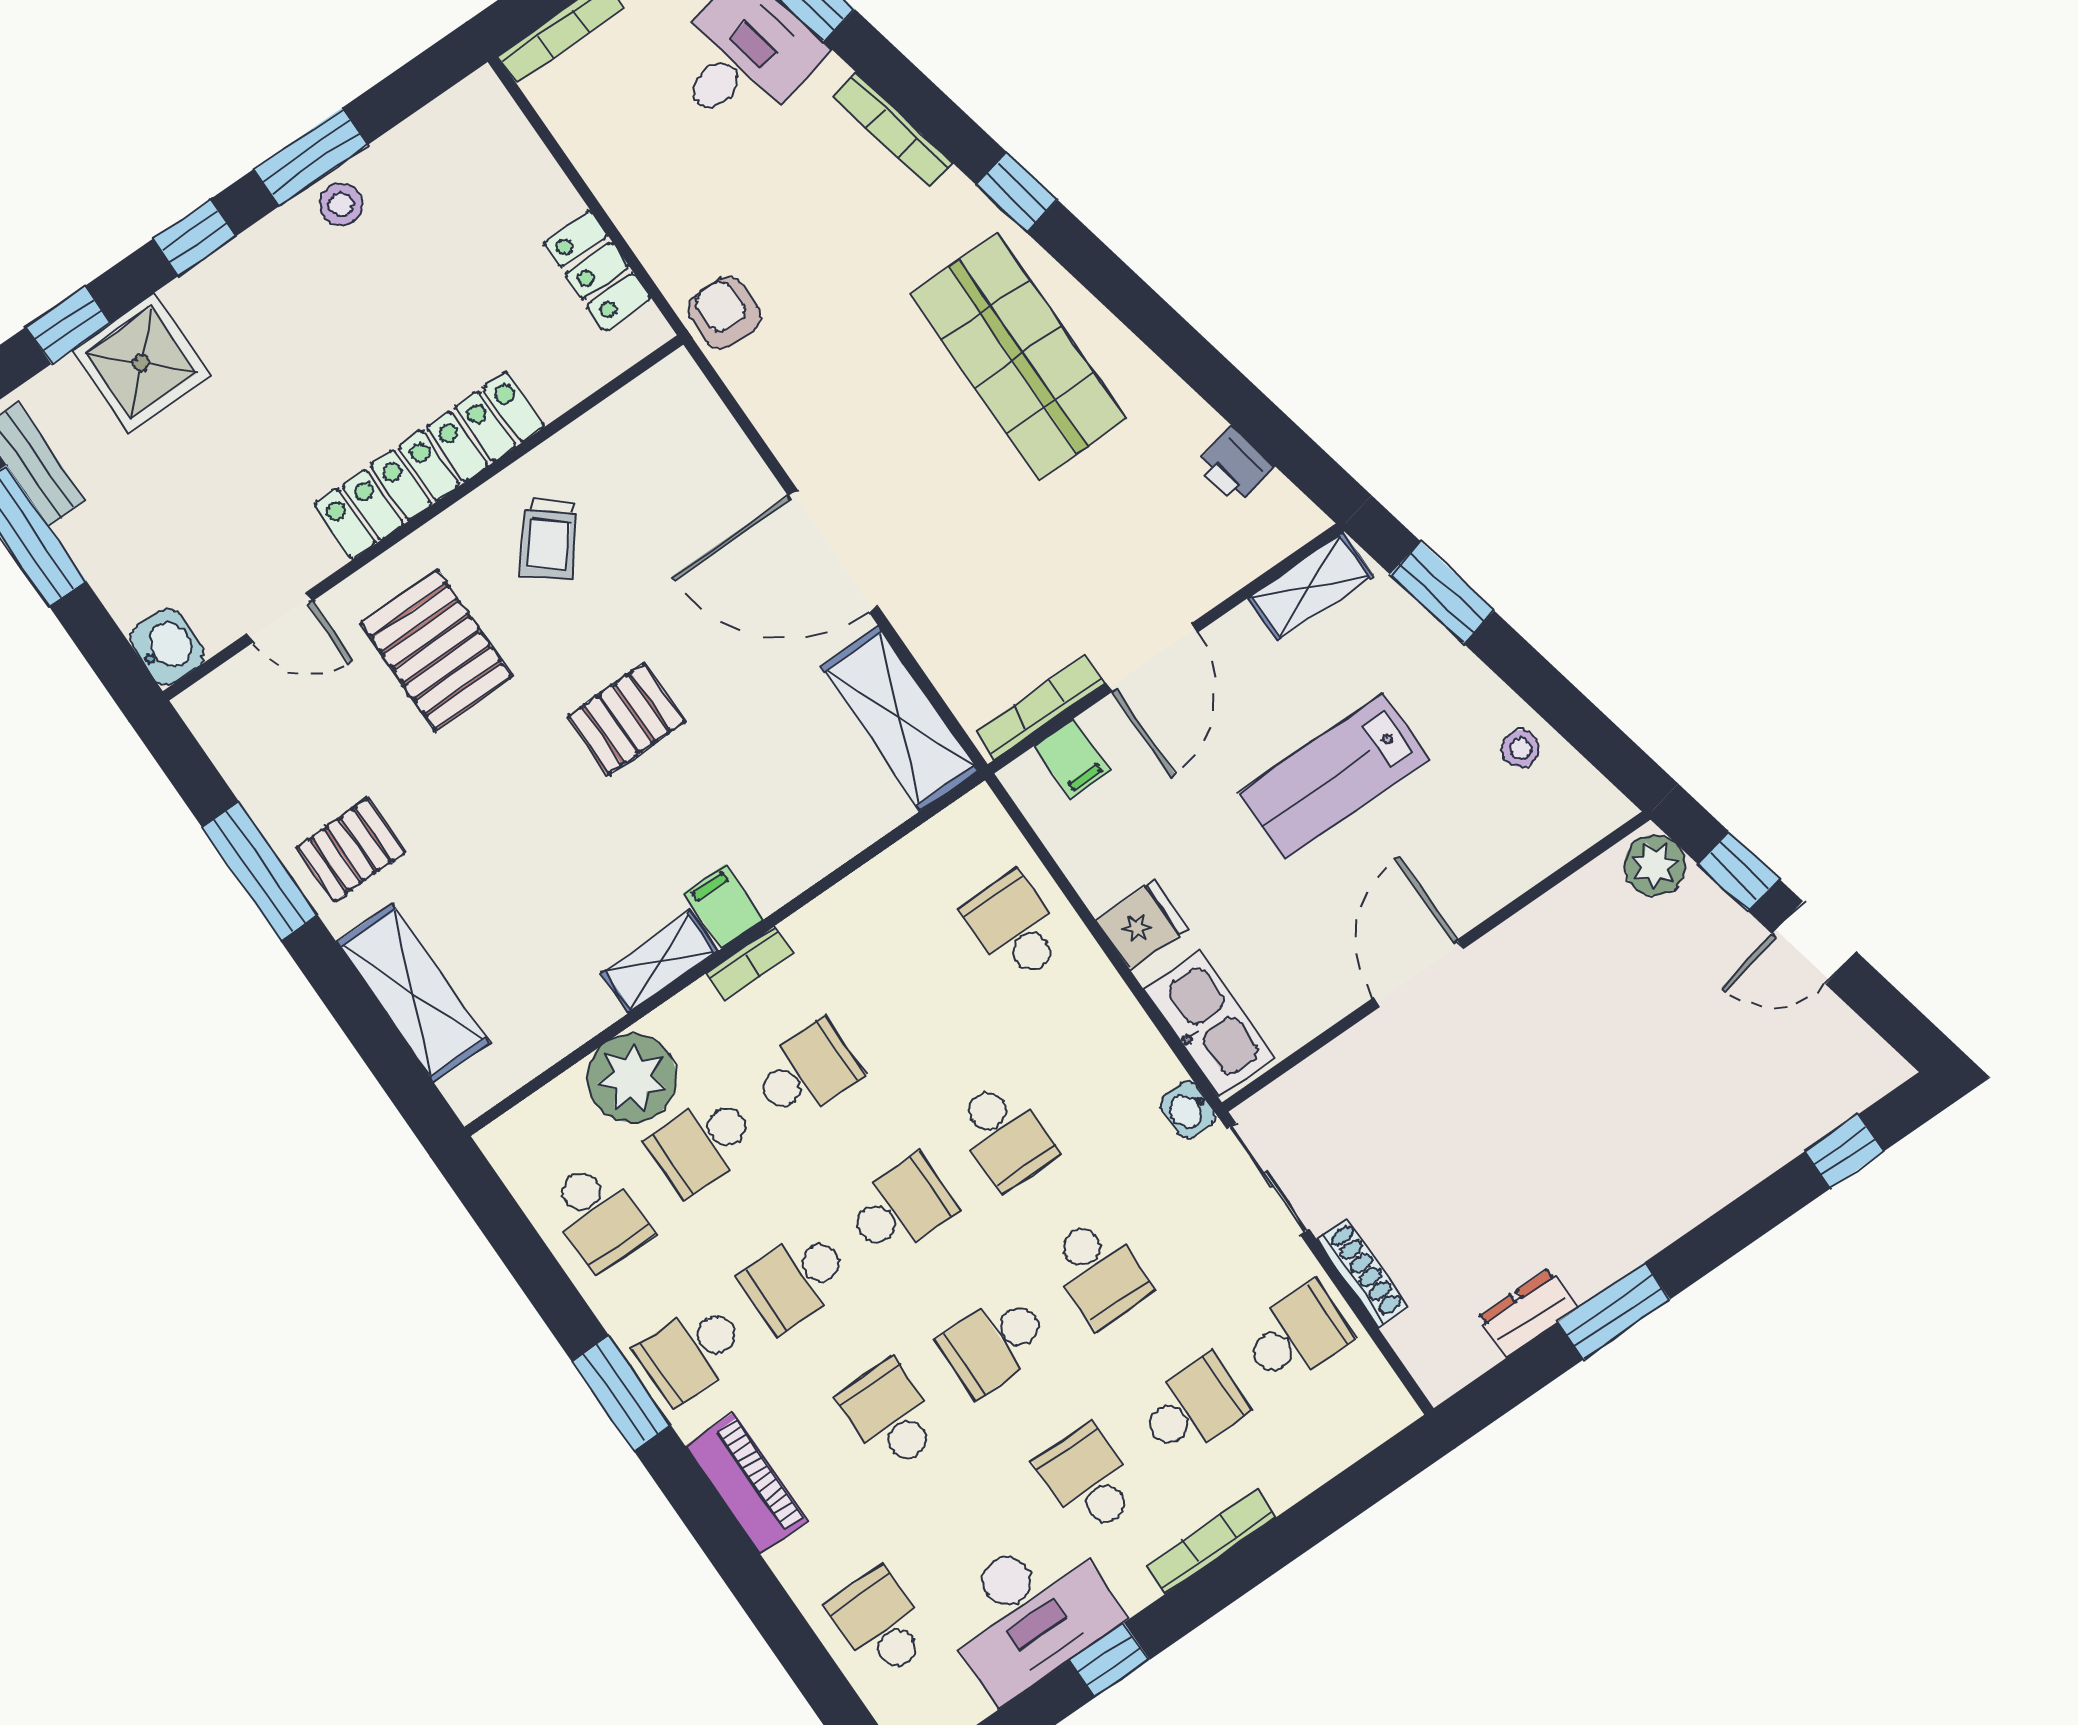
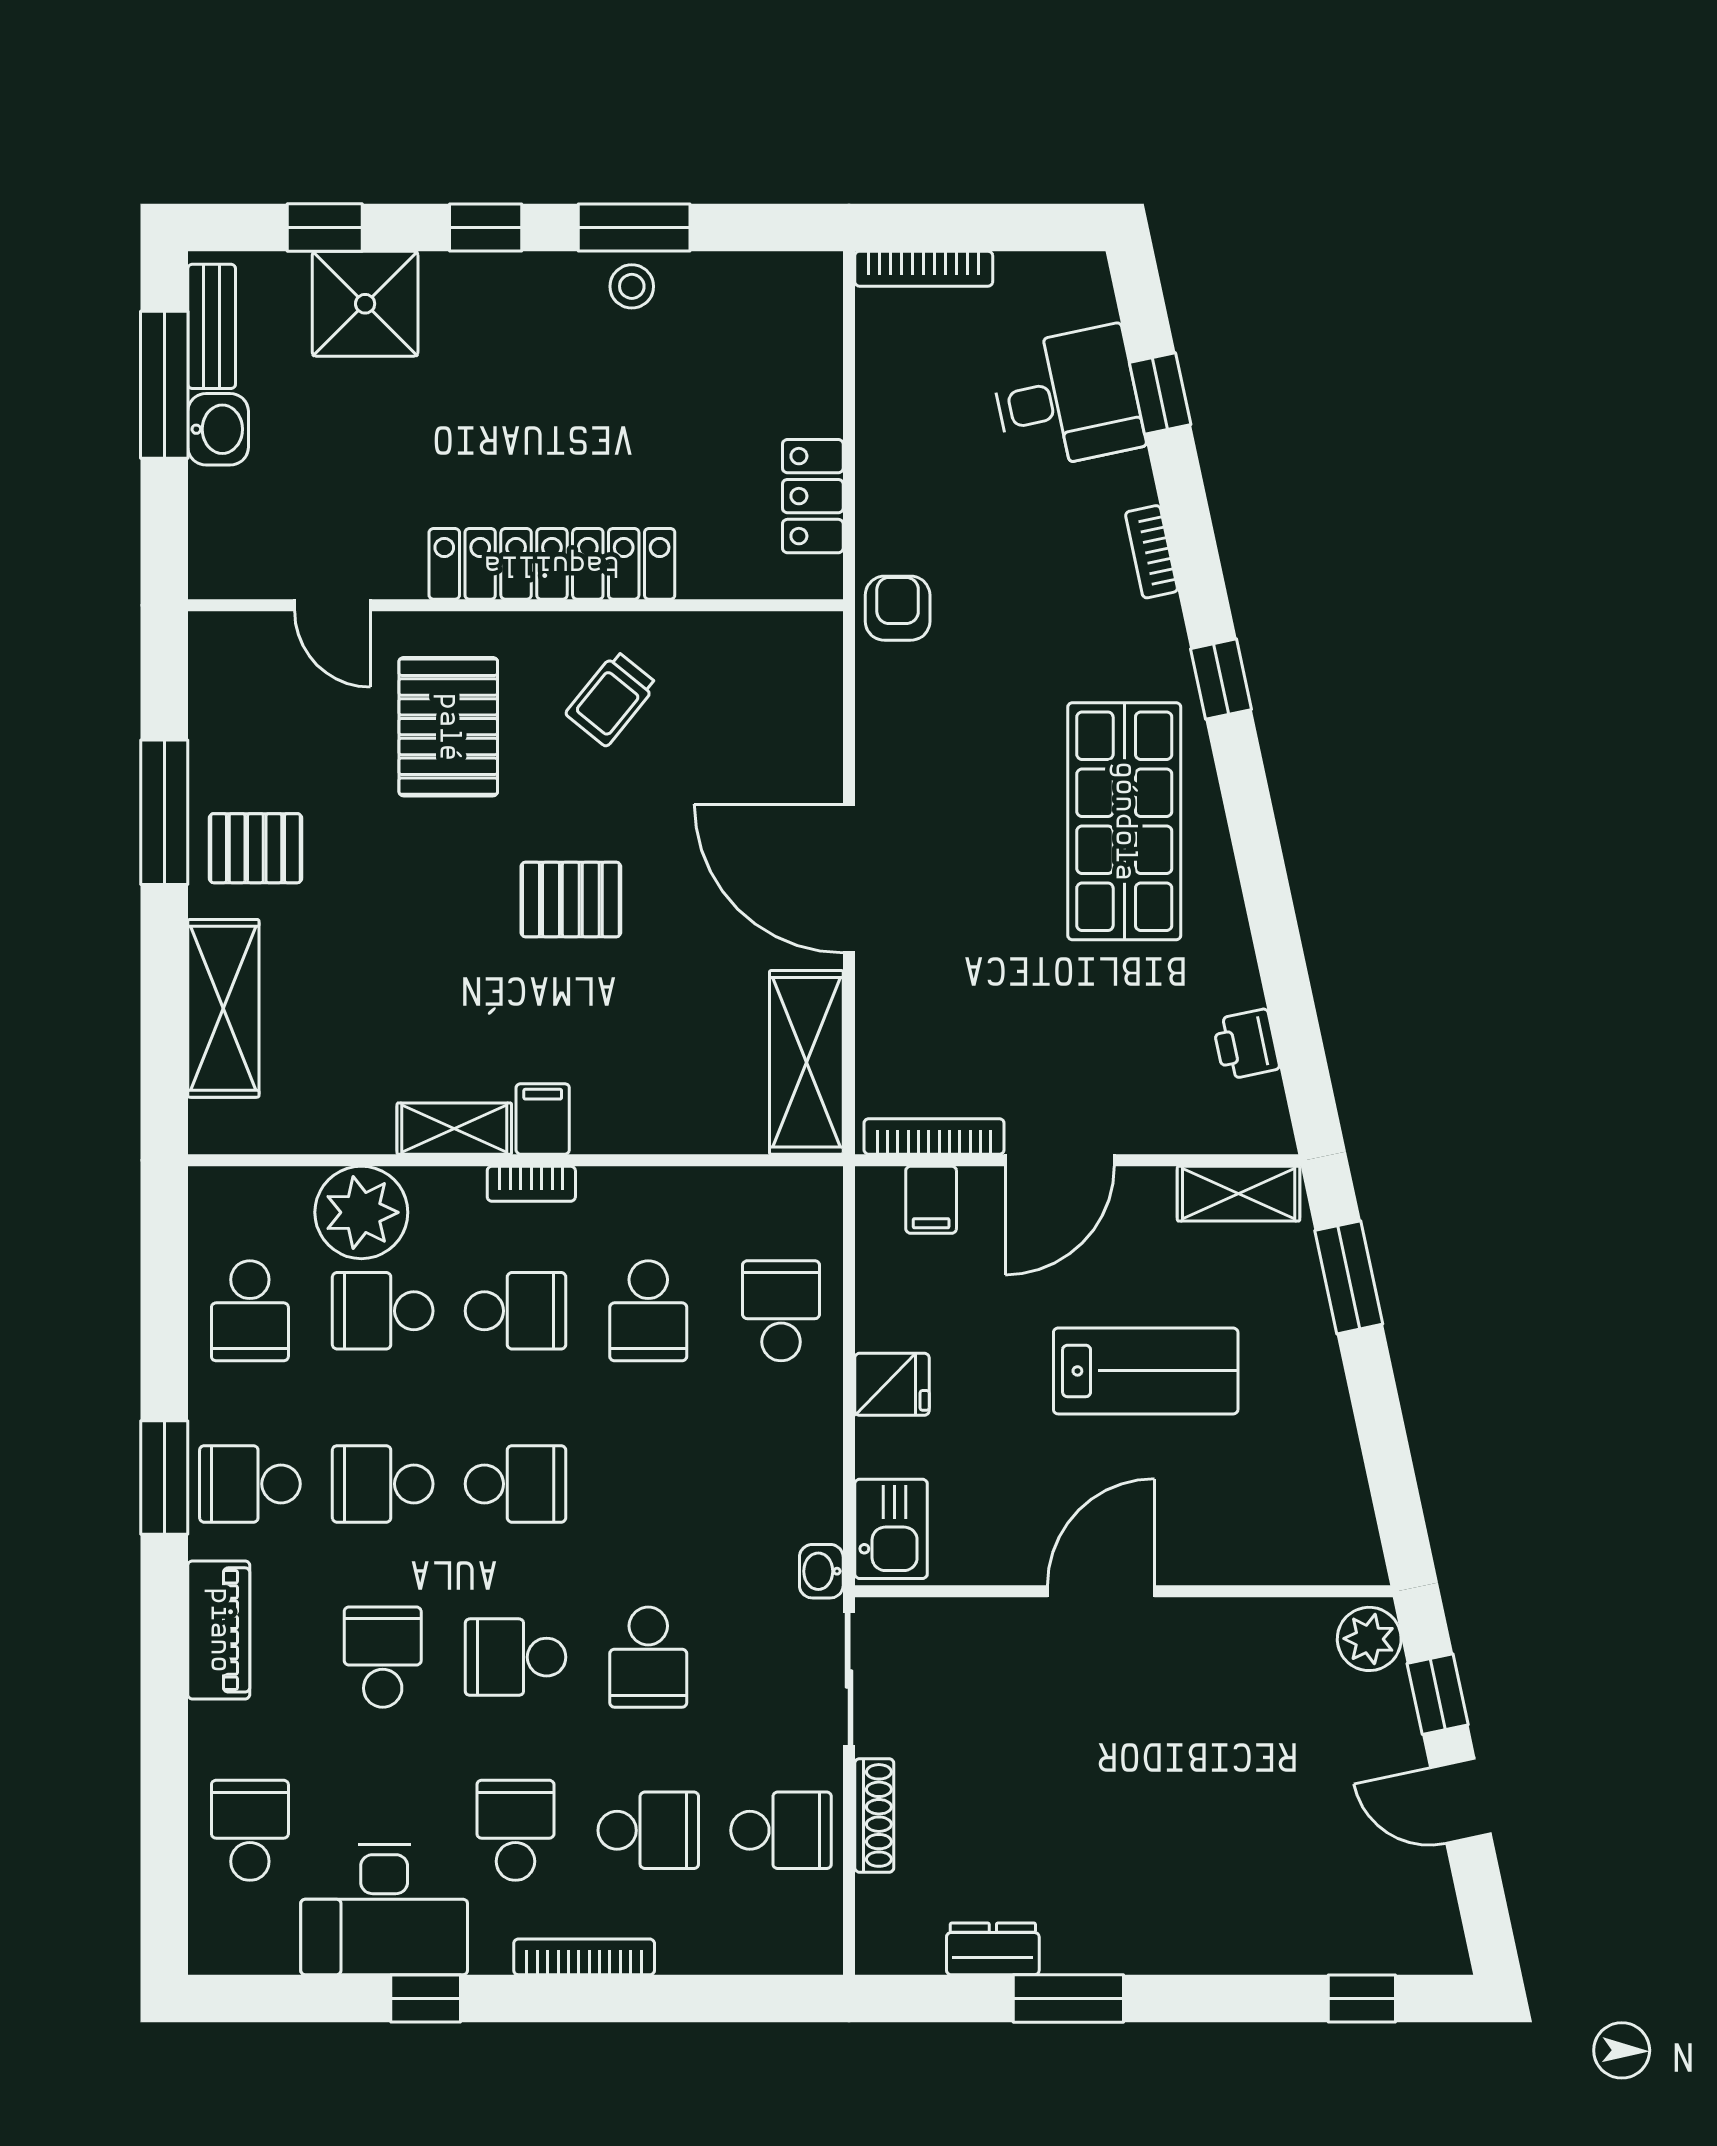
bookcase: (893, 130) -> (1152, 552), width x0.64
washbasin: (167, 647) -> (218, 429), moved
stool: (1521, 749) -> (1323, 1459), removed
lab bench: (1334, 776) -> (1146, 1371), turned 180
kitchen sink: (1209, 1024) -> (891, 1529), width x0.73
school desk: (1005, 1135) -> (648, 1311), moved

